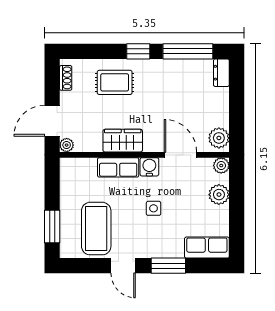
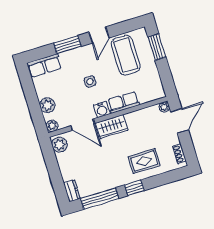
wardrobe: (123, 141) -> (112, 127), moved
door: (123, 266) -> (99, 35), swing flipped

